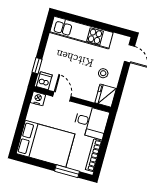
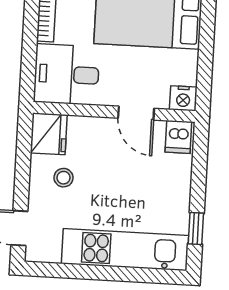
window: (37, 66) -> (196, 228), moved

